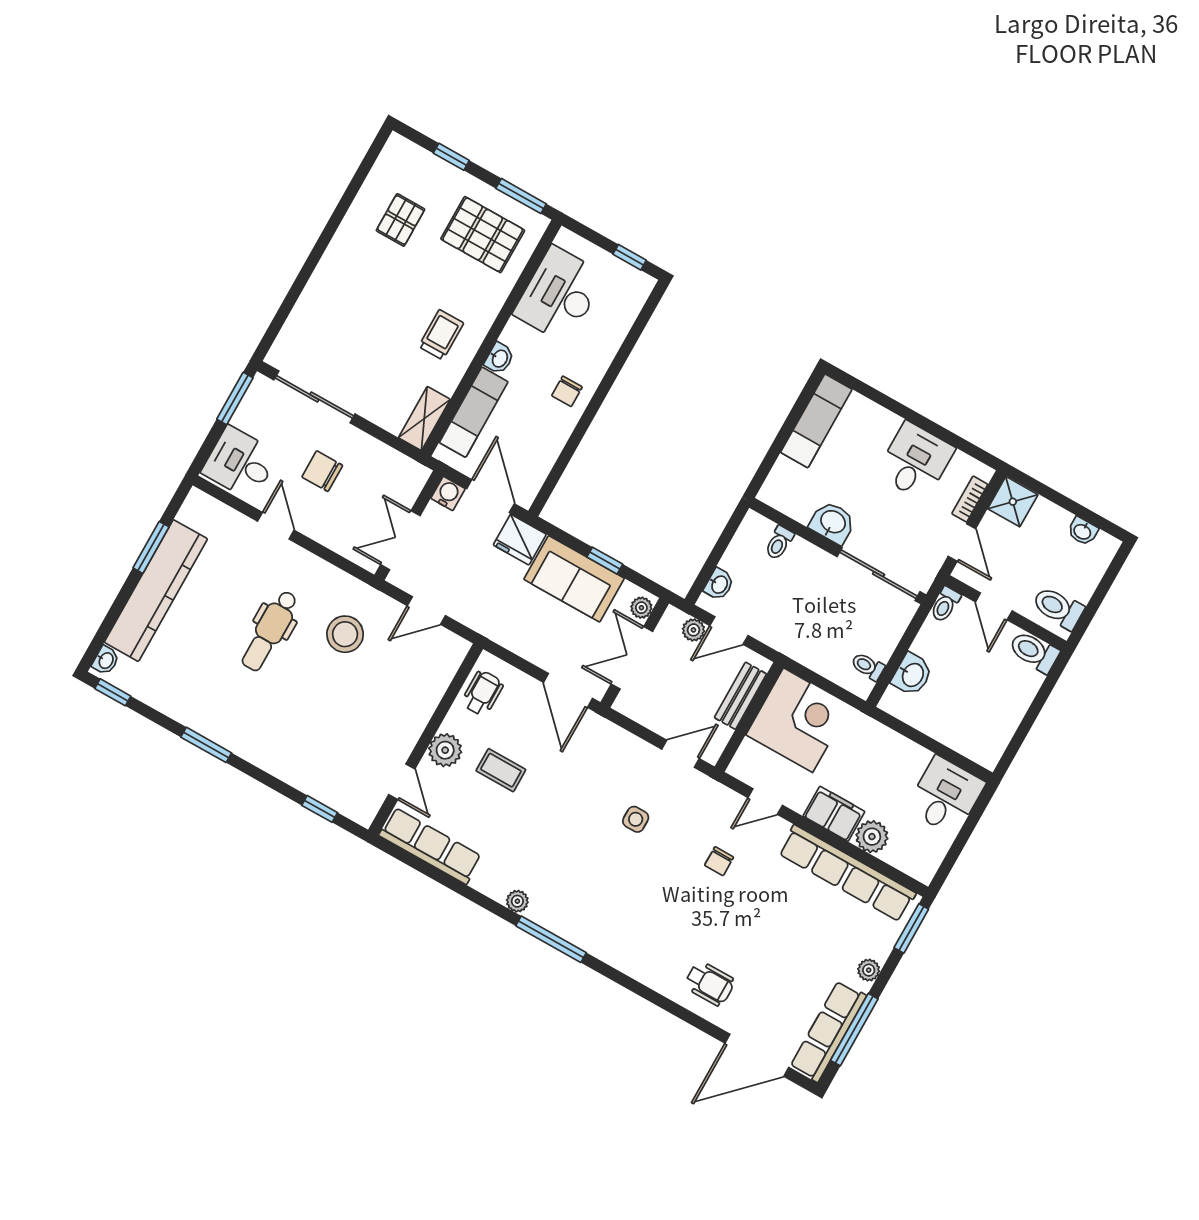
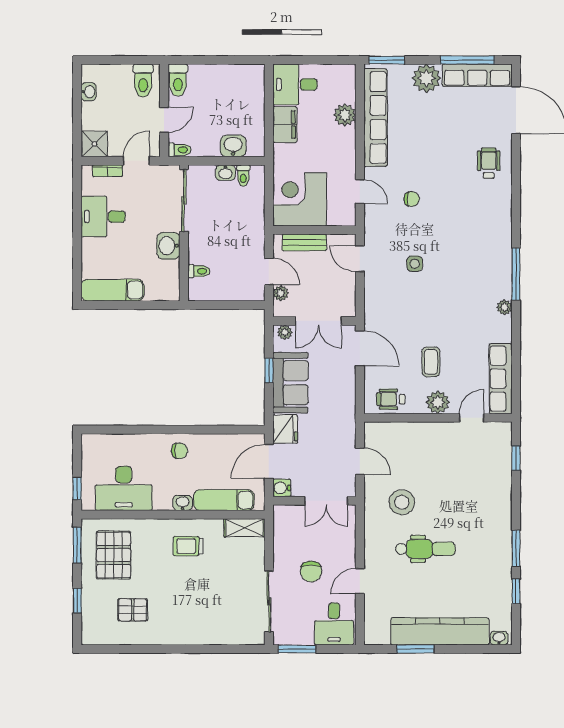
window: (630, 257) -> (77, 488), moved
washbasin: (719, 584) -> (225, 173), moved, turned 180
door: (568, 690) -> (360, 348), hinge flipped
window: (113, 692) -> (516, 591), moved
filing cabinet: (834, 814) -> (285, 125), moved, turned 180
plant: (869, 970) -> (426, 78), width x1.88, depth x1.88

